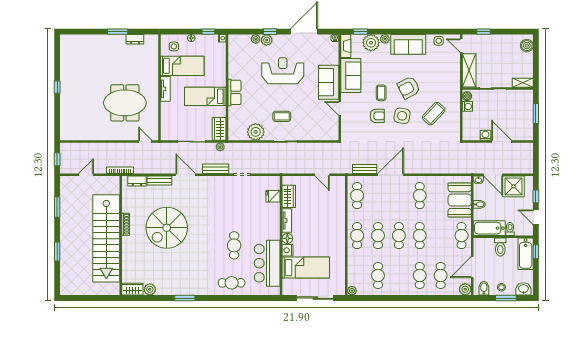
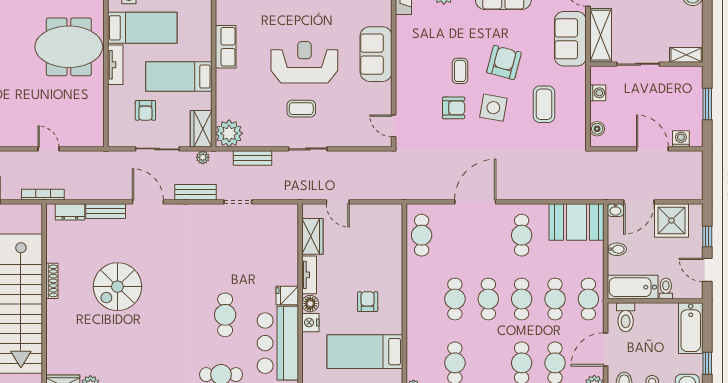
reception desk: (283, 71) -> (304, 62), moved
sofa: (351, 76) -> (570, 39), moved, turned 180
armchair: (409, 87) -> (504, 62), turned 132
row of seats: (234, 92) -> (226, 47), moved
boiler: (467, 96) -> (597, 129), moved
meeting table: (125, 103) -> (69, 47), moved
door: (340, 109) -> (394, 126), moved
coffee table: (434, 114) -> (544, 104), turned -43
armchair: (184, 117) -> (145, 110), added
plant: (256, 132) -> (229, 133), moved
washing machine: (485, 135) -> (681, 139), moved
door: (145, 142) -> (48, 149), moved
bench: (365, 169) -> (252, 158), moved
door: (322, 175) -> (338, 202), moved
door: (493, 175) -> (639, 202), hinge flipped
fridge: (273, 196) -> (287, 295), moved
booth: (460, 200) -> (577, 222), moved, turned 90
spiral stairs: (167, 228) -> (117, 287), width x0.73, depth x0.73
cafe table: (357, 236) -> (555, 299), moved
armchair: (323, 237) -> (368, 302), added
toilet: (500, 247) -> (626, 317), moved
window: (536, 252) -> (707, 363), moved
bed: (306, 268) -> (365, 352), moved, turned 180

